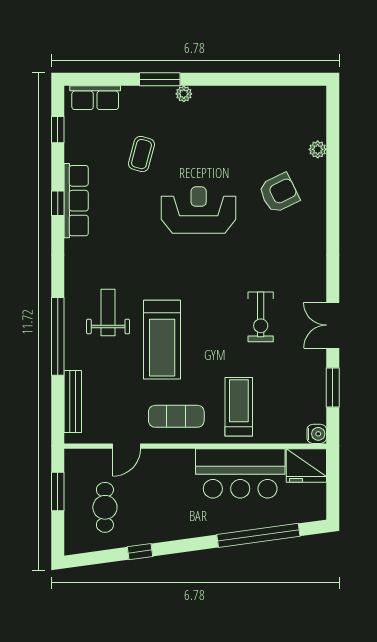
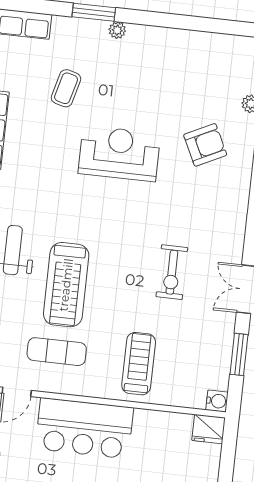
exercise mat: (176, 416) -> (57, 352), moved
fridge: (306, 466) -> (209, 429), width x0.73, depth x0.75
bar counter: (240, 473) -> (84, 428), moved

